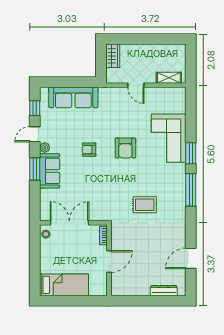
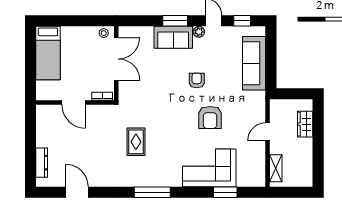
wardrobe: (113, 56) -> (305, 124), moved, turned 90
armchair: (125, 148) -> (210, 117), moved, turned -90
window: (191, 153) -> (225, 192), moved

